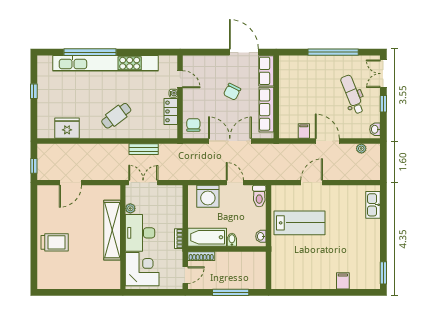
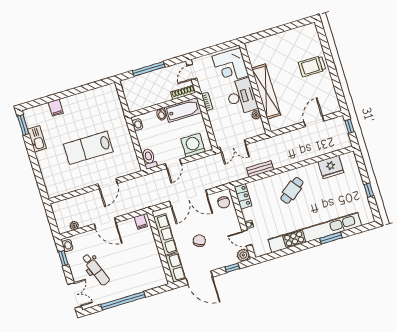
window: (90, 52) -> (331, 238), width x0.47
window: (205, 52) -> (232, 268), added
plant: (190, 62) -> (243, 255), added
window: (383, 104) -> (63, 258), moved
locker: (171, 111) -> (243, 196), moved
filing cabinet: (304, 131) -> (141, 222), moved
double door: (143, 183) -> (233, 146), moved
door: (235, 183) -> (173, 164), hinge flipped
kitchen sink: (373, 205) -> (37, 139), moved
lab bench: (299, 223) -> (88, 148), moved

